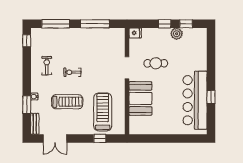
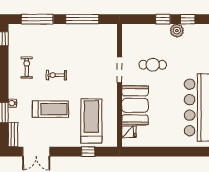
fridge: (135, 33) -> (129, 132), moved

